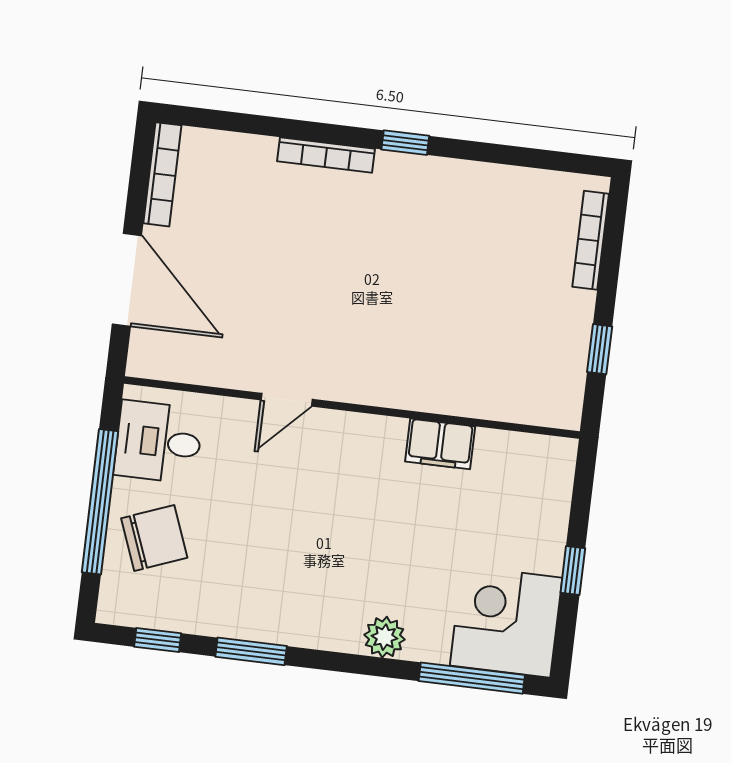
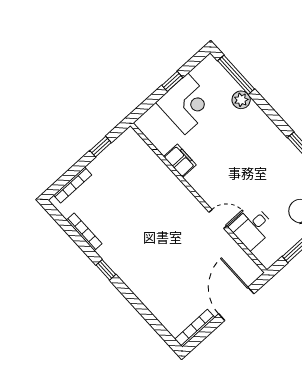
bookcase: (326, 155) -> (84, 232), moved
desk: (158, 442) -> (252, 227), moved, turned 90
corner desk: (506, 622) -> (186, 104), moved, turned -90
plant: (384, 637) -> (241, 100), moved

